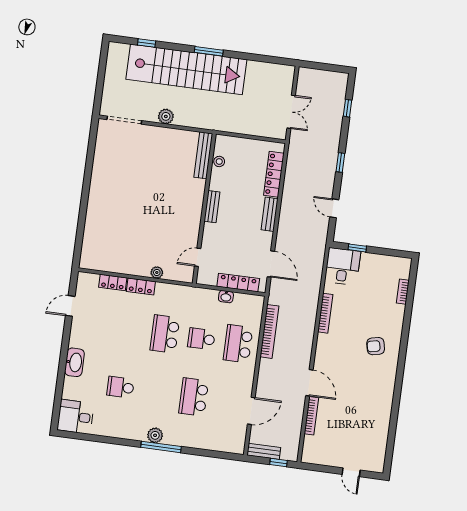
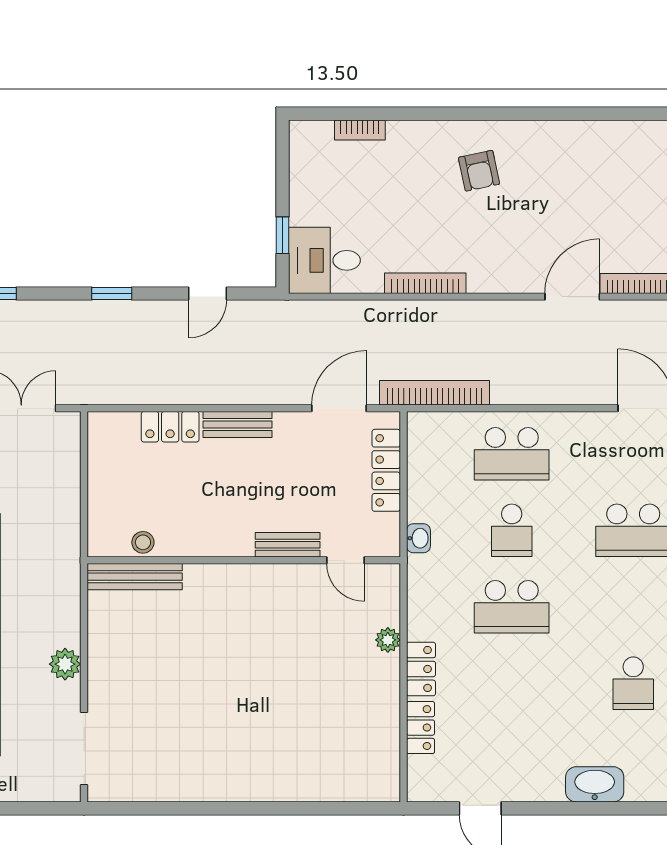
locker: (274, 174) -> (170, 427), width x0.66
bench: (212, 207) -> (288, 545), moved
washbasin: (226, 297) -> (418, 538), moved
bookcase: (269, 331) -> (434, 393), moved

